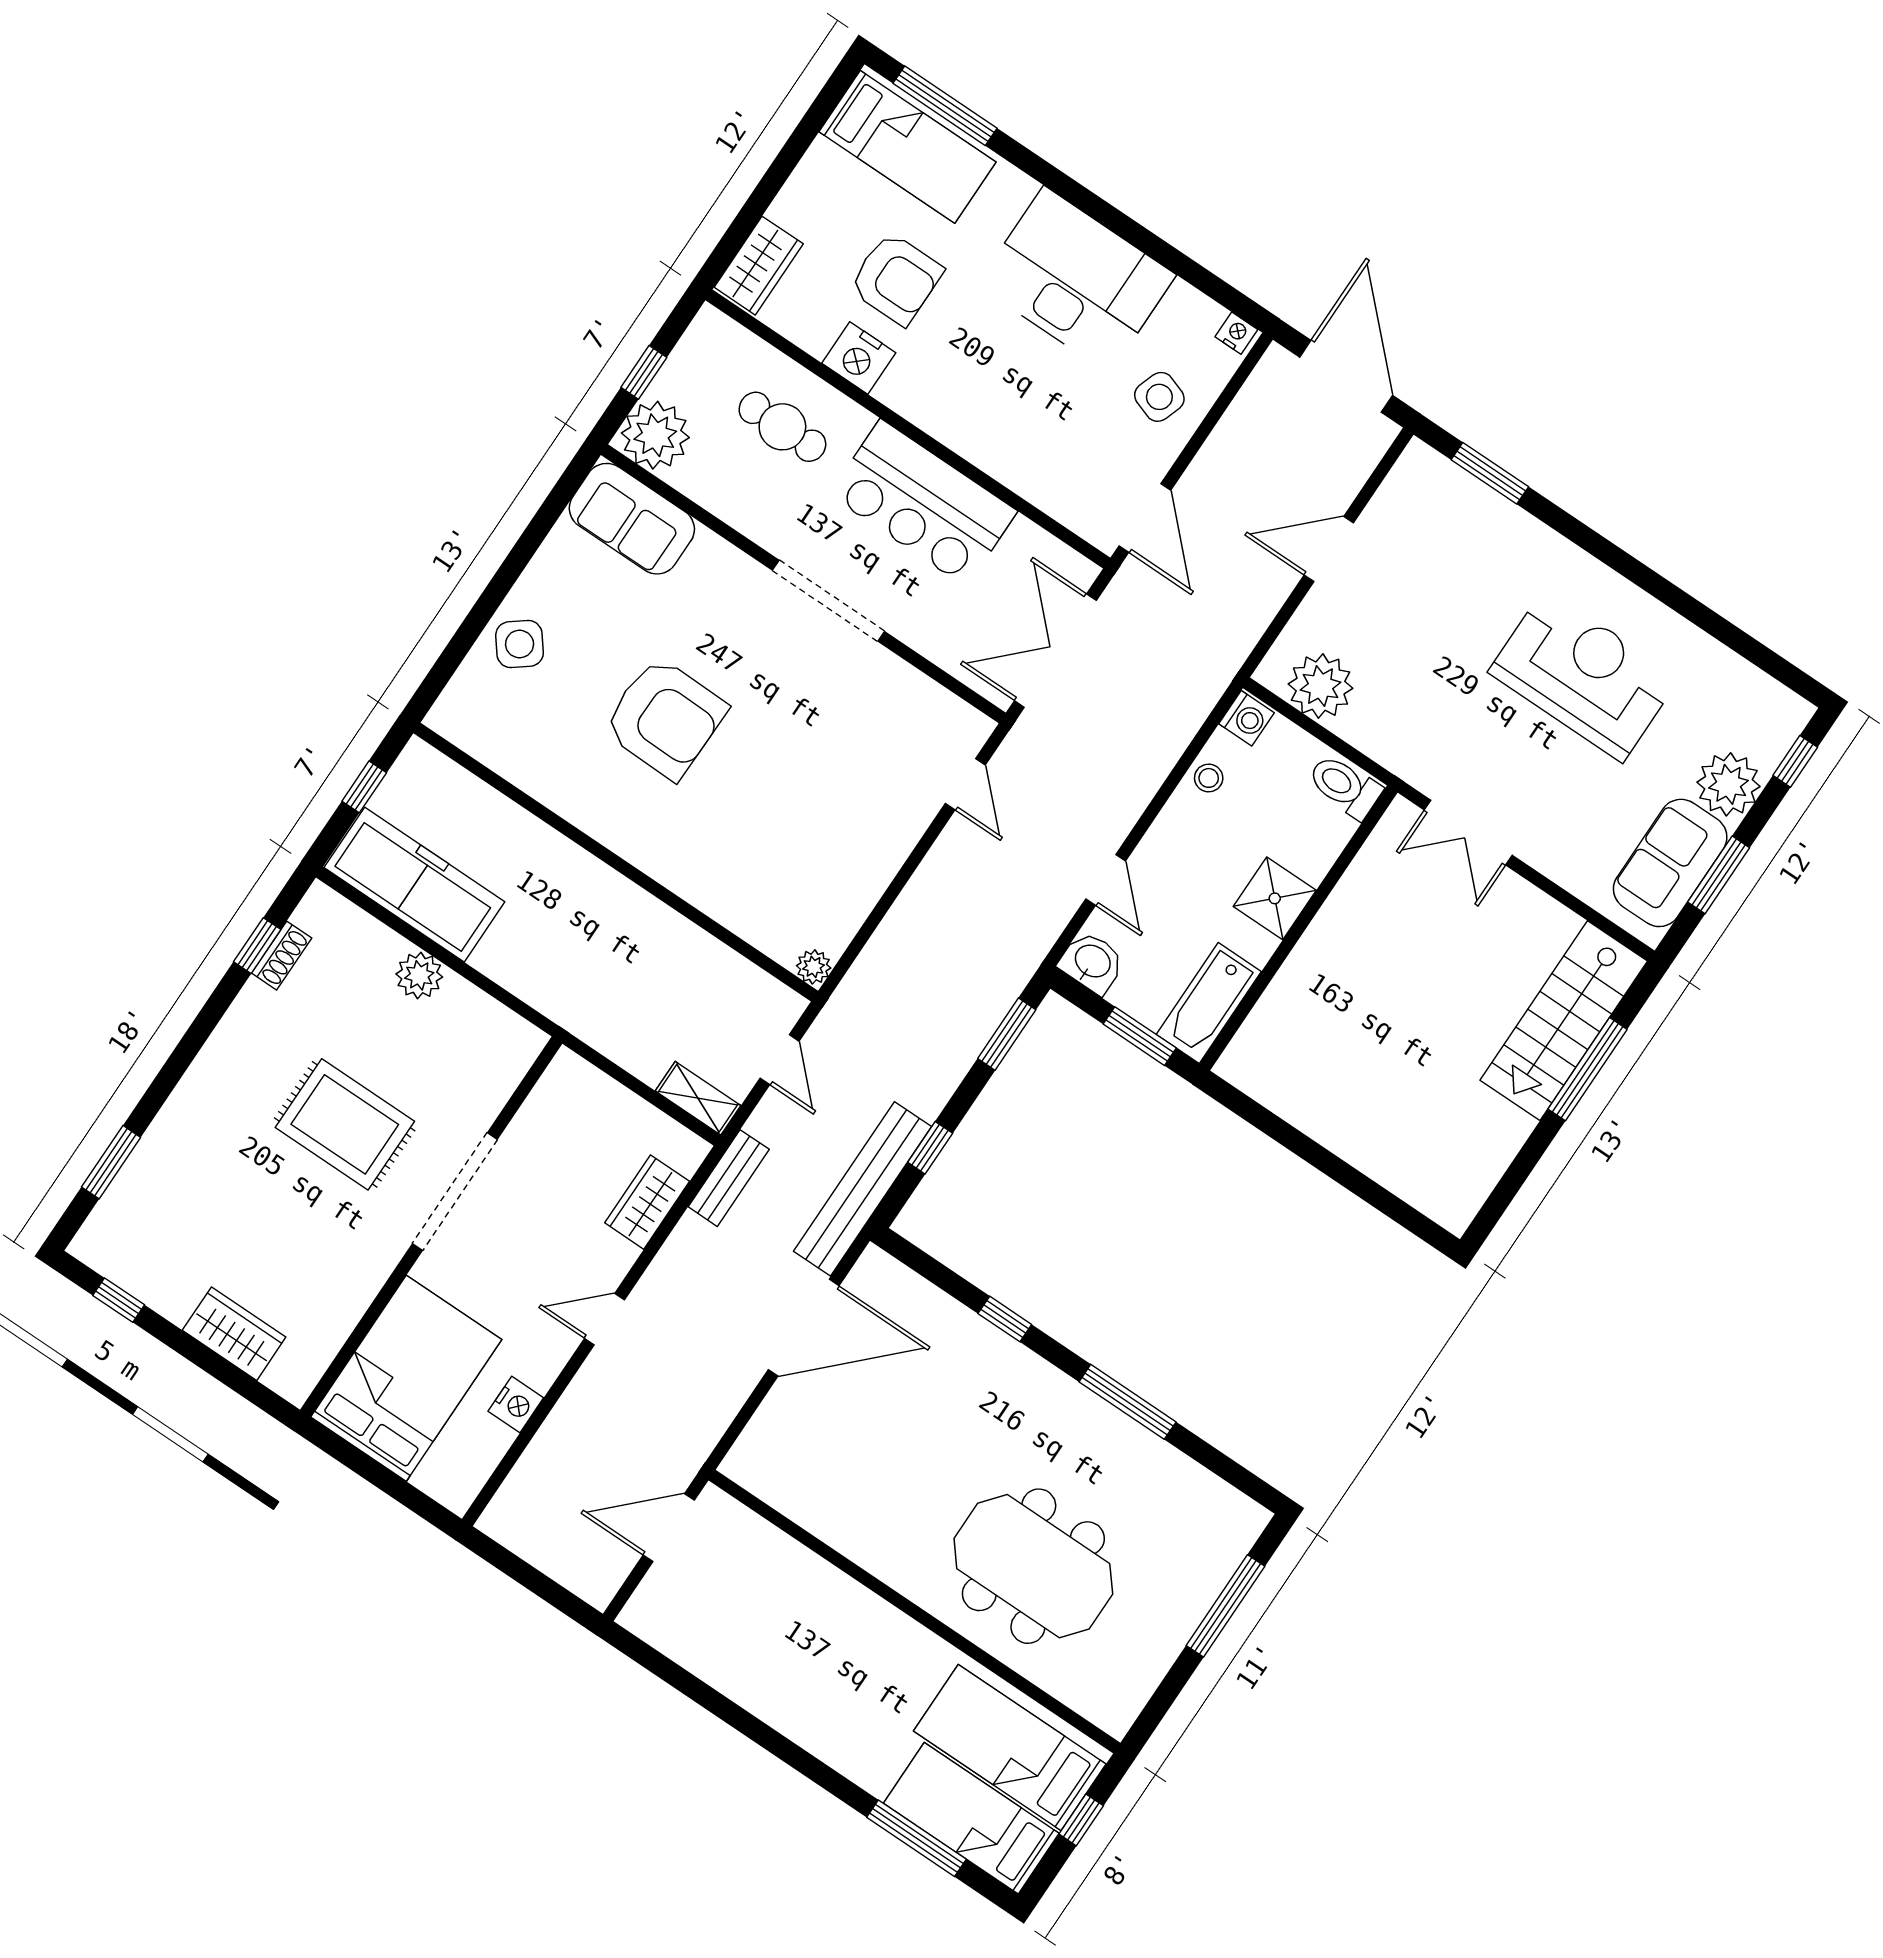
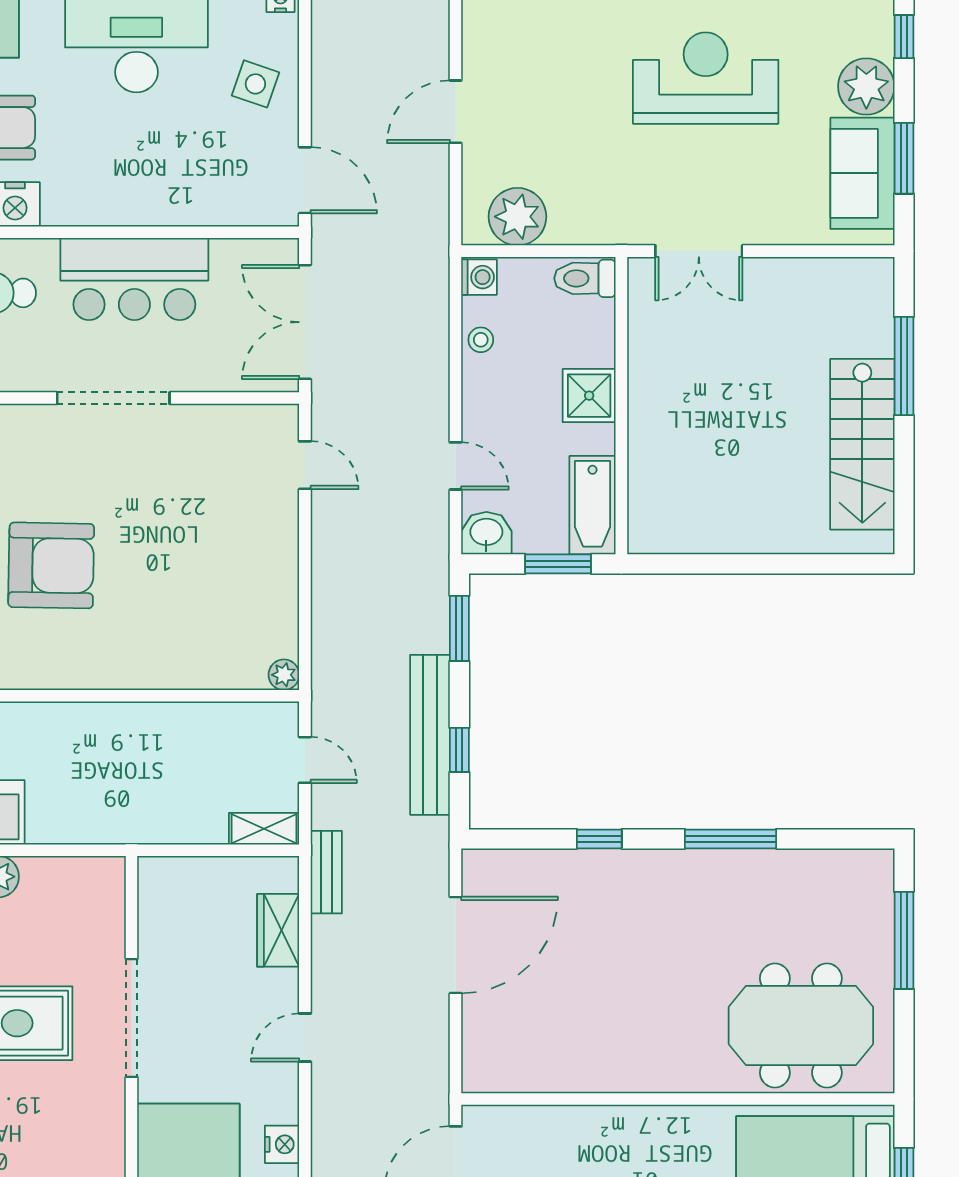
stairs: (1564, 1021) -> (862, 444), moved
bench: (863, 1189) -> (430, 735), moved
meeting table: (1033, 1566) -> (801, 1025), moved

